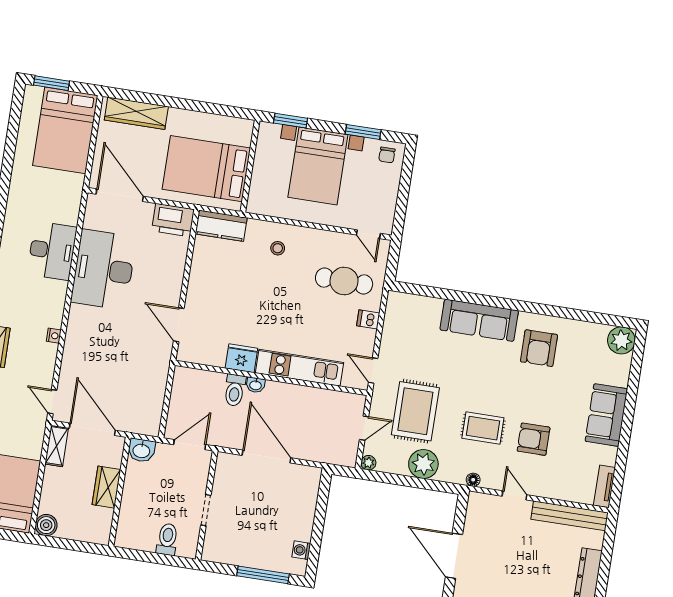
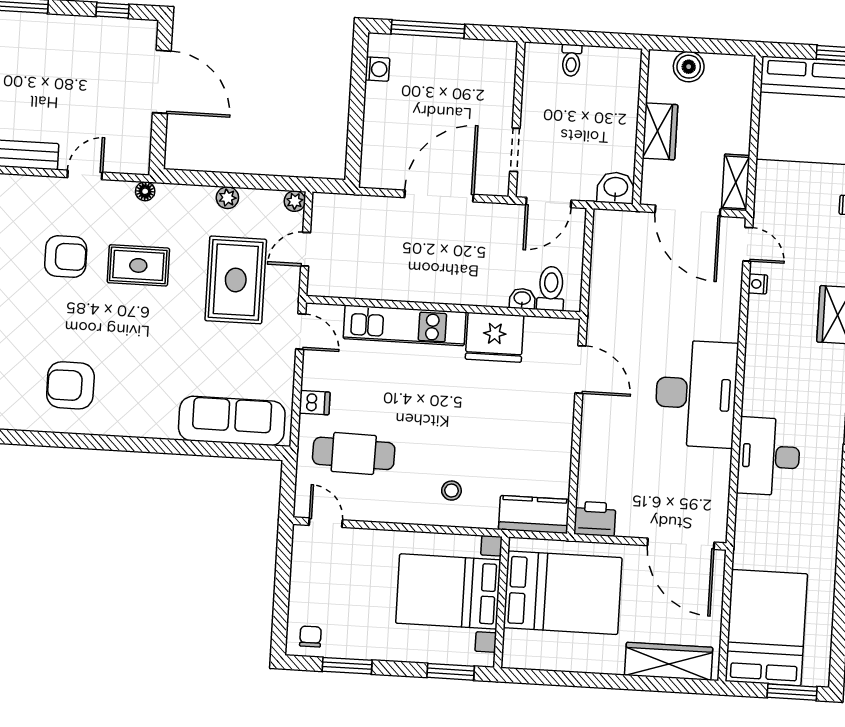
bed with nightstands: (318, 166) -> (448, 591), moved, turned -90
printer: (173, 220) -> (595, 519), width x0.73, depth x0.84
desk: (104, 270) -> (696, 394), moved
sofa: (479, 320) -> (232, 421), moved
nightstand: (54, 336) -> (758, 284), moved
armchair: (539, 348) -> (70, 385), turned -90
fridge: (241, 358) -> (495, 337), width x1.36, depth x1.34
washbasin: (256, 385) -> (522, 299), moved
toilet: (235, 390) -> (551, 289), moved
door: (266, 457) -> (439, 196), swing flipped
plant: (423, 464) -> (227, 198), width x0.53, depth x0.53
door: (515, 495) -> (85, 175), swing flipped
doorway: (206, 510) -> (515, 150), moved
boiler: (46, 525) -> (689, 67), moved
toilet: (167, 539) -> (571, 60), width x0.73, depth x0.72

